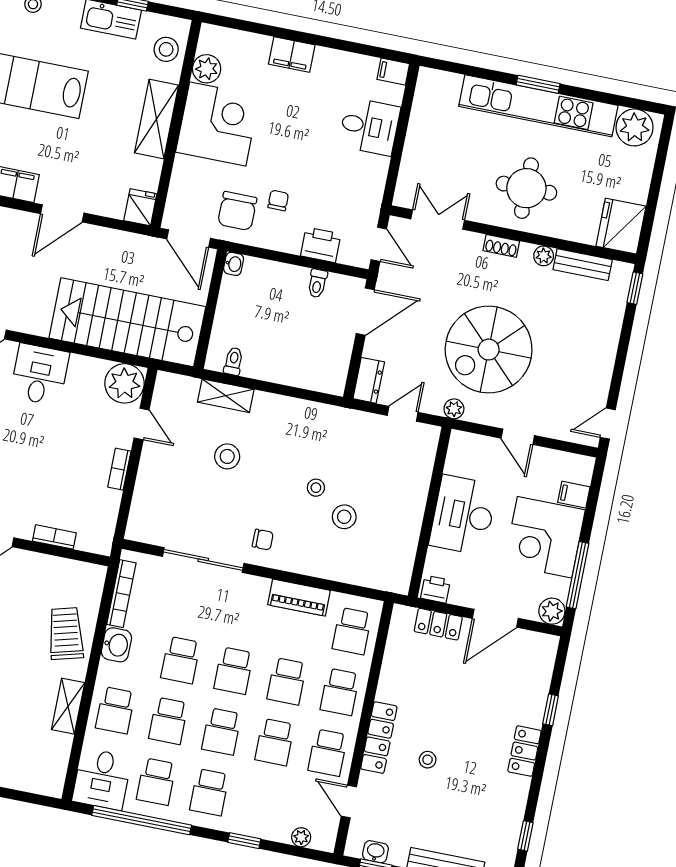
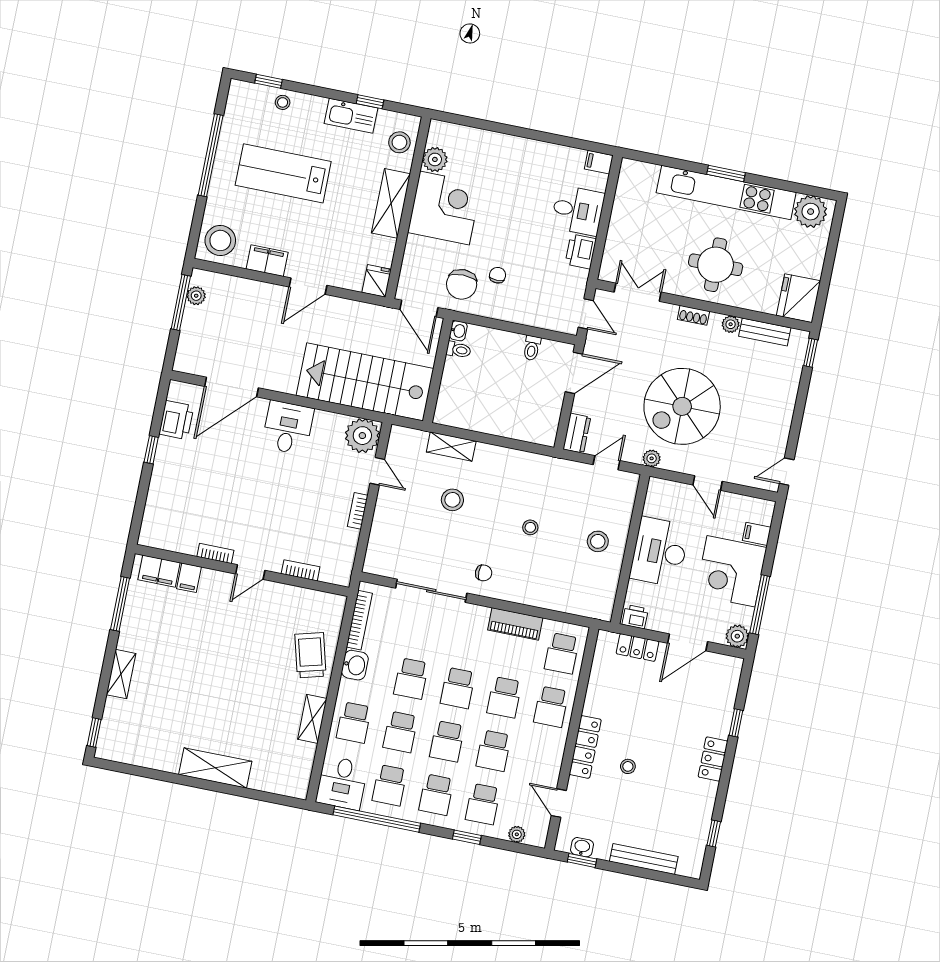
filing cabinet: (292, 54) -> (510, 147), removed
printer: (321, 245) -> (581, 251), moved, turned -90
toilet: (233, 361) -> (458, 350), moved, turned 90
stool: (344, 517) -> (598, 541), moved
school desk: (328, 753) -> (483, 804), moved

